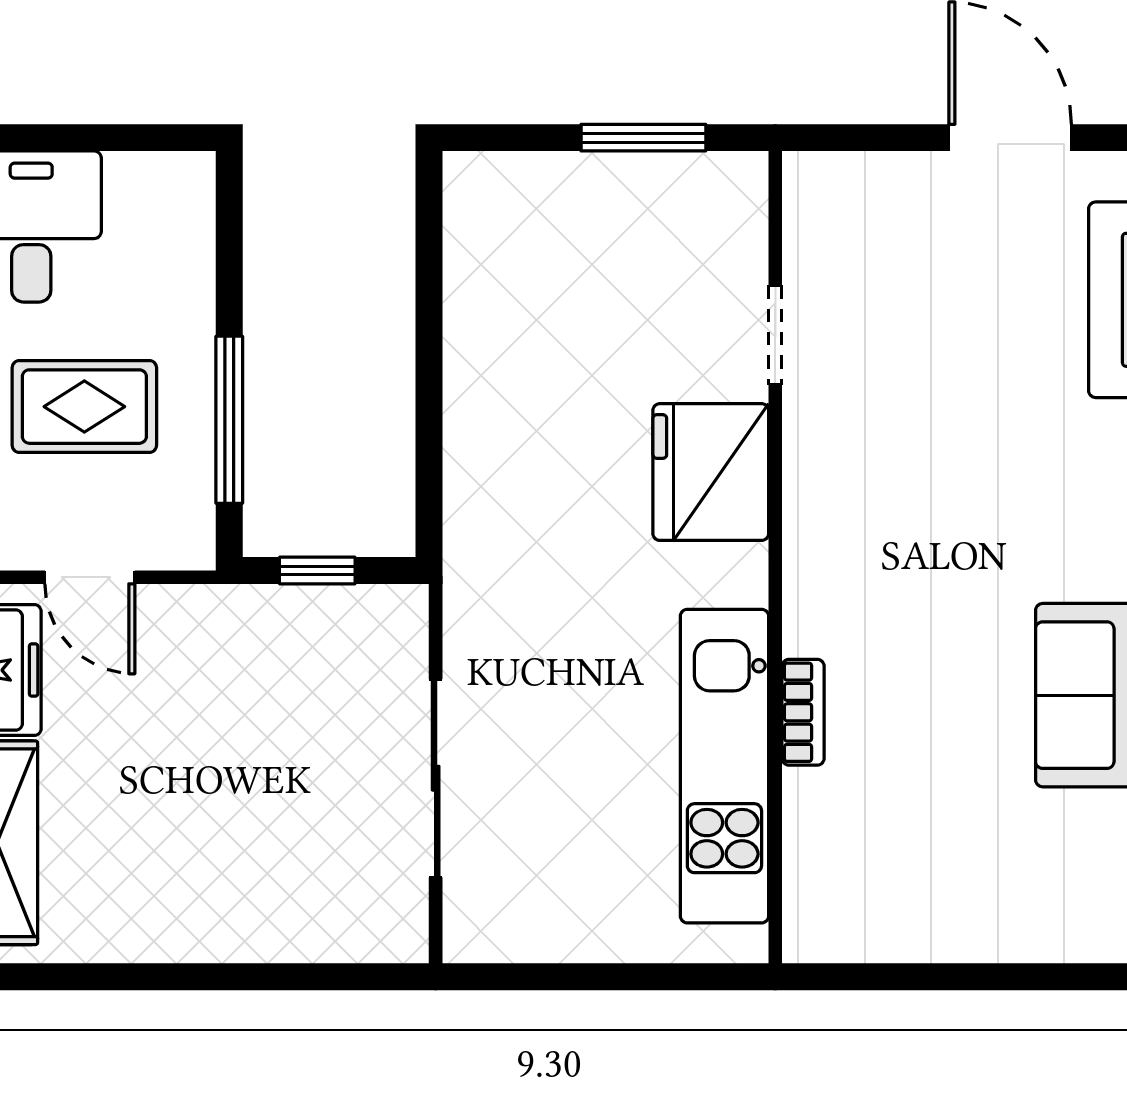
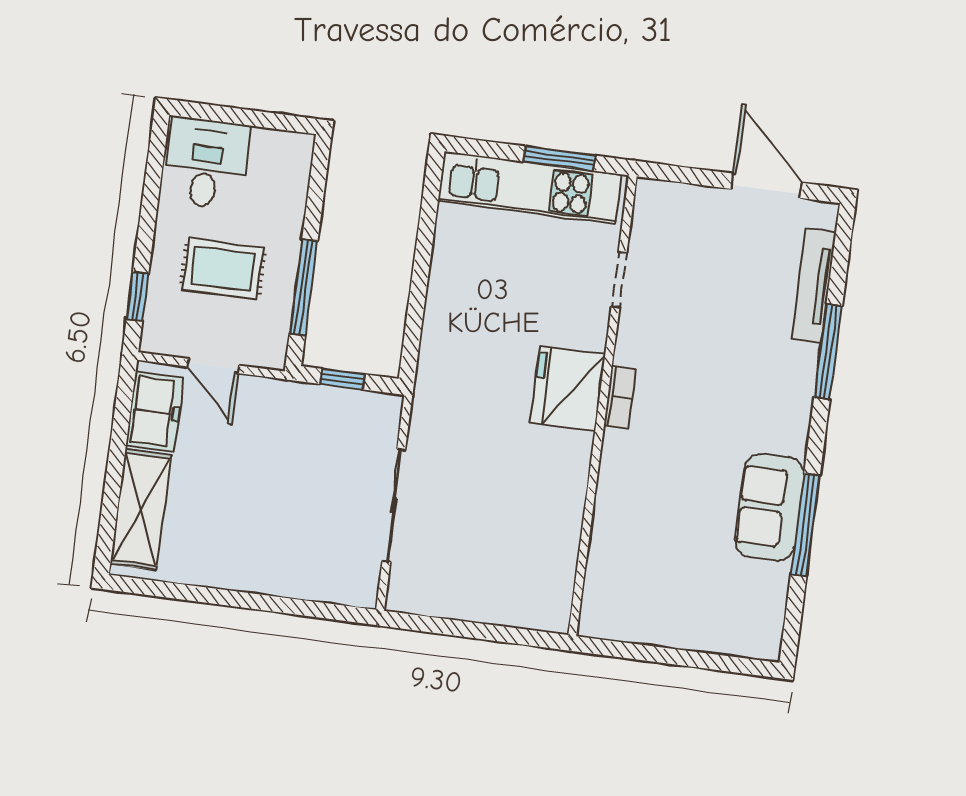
fridge: (711, 472) -> (568, 389), moved
bookcase: (803, 712) -> (620, 397), moved
kitchen unit: (724, 766) -> (530, 188), moved, turned -90

